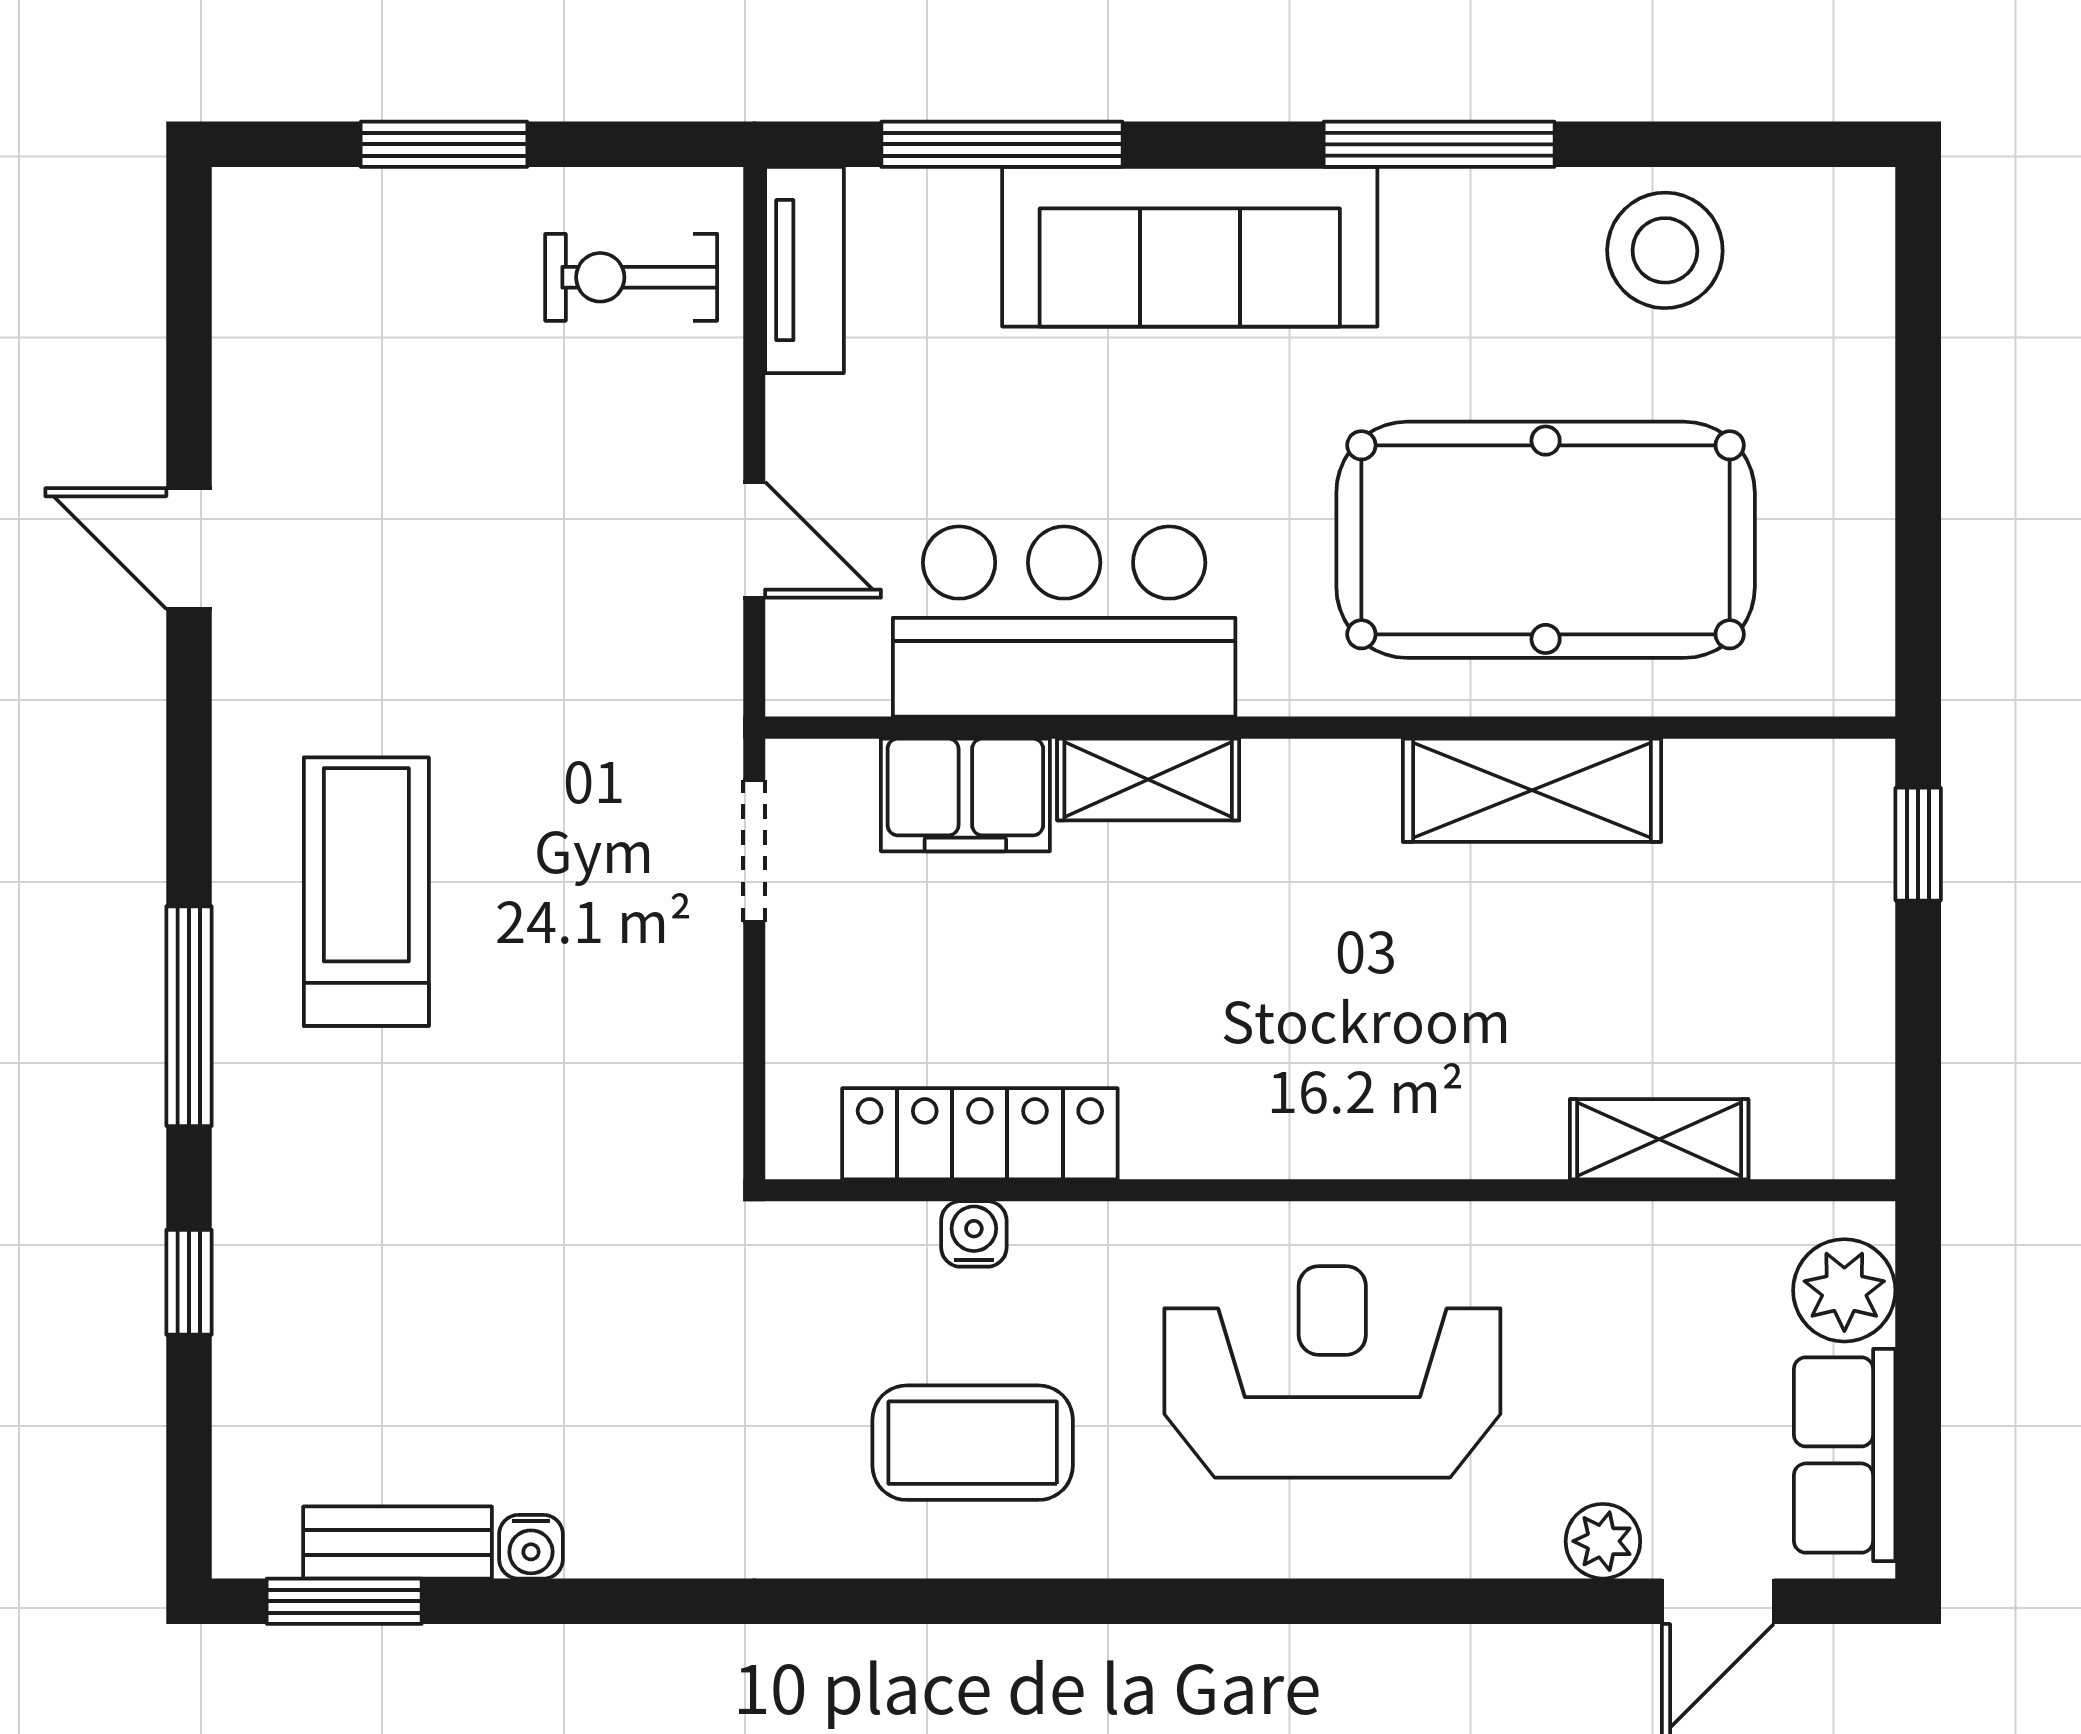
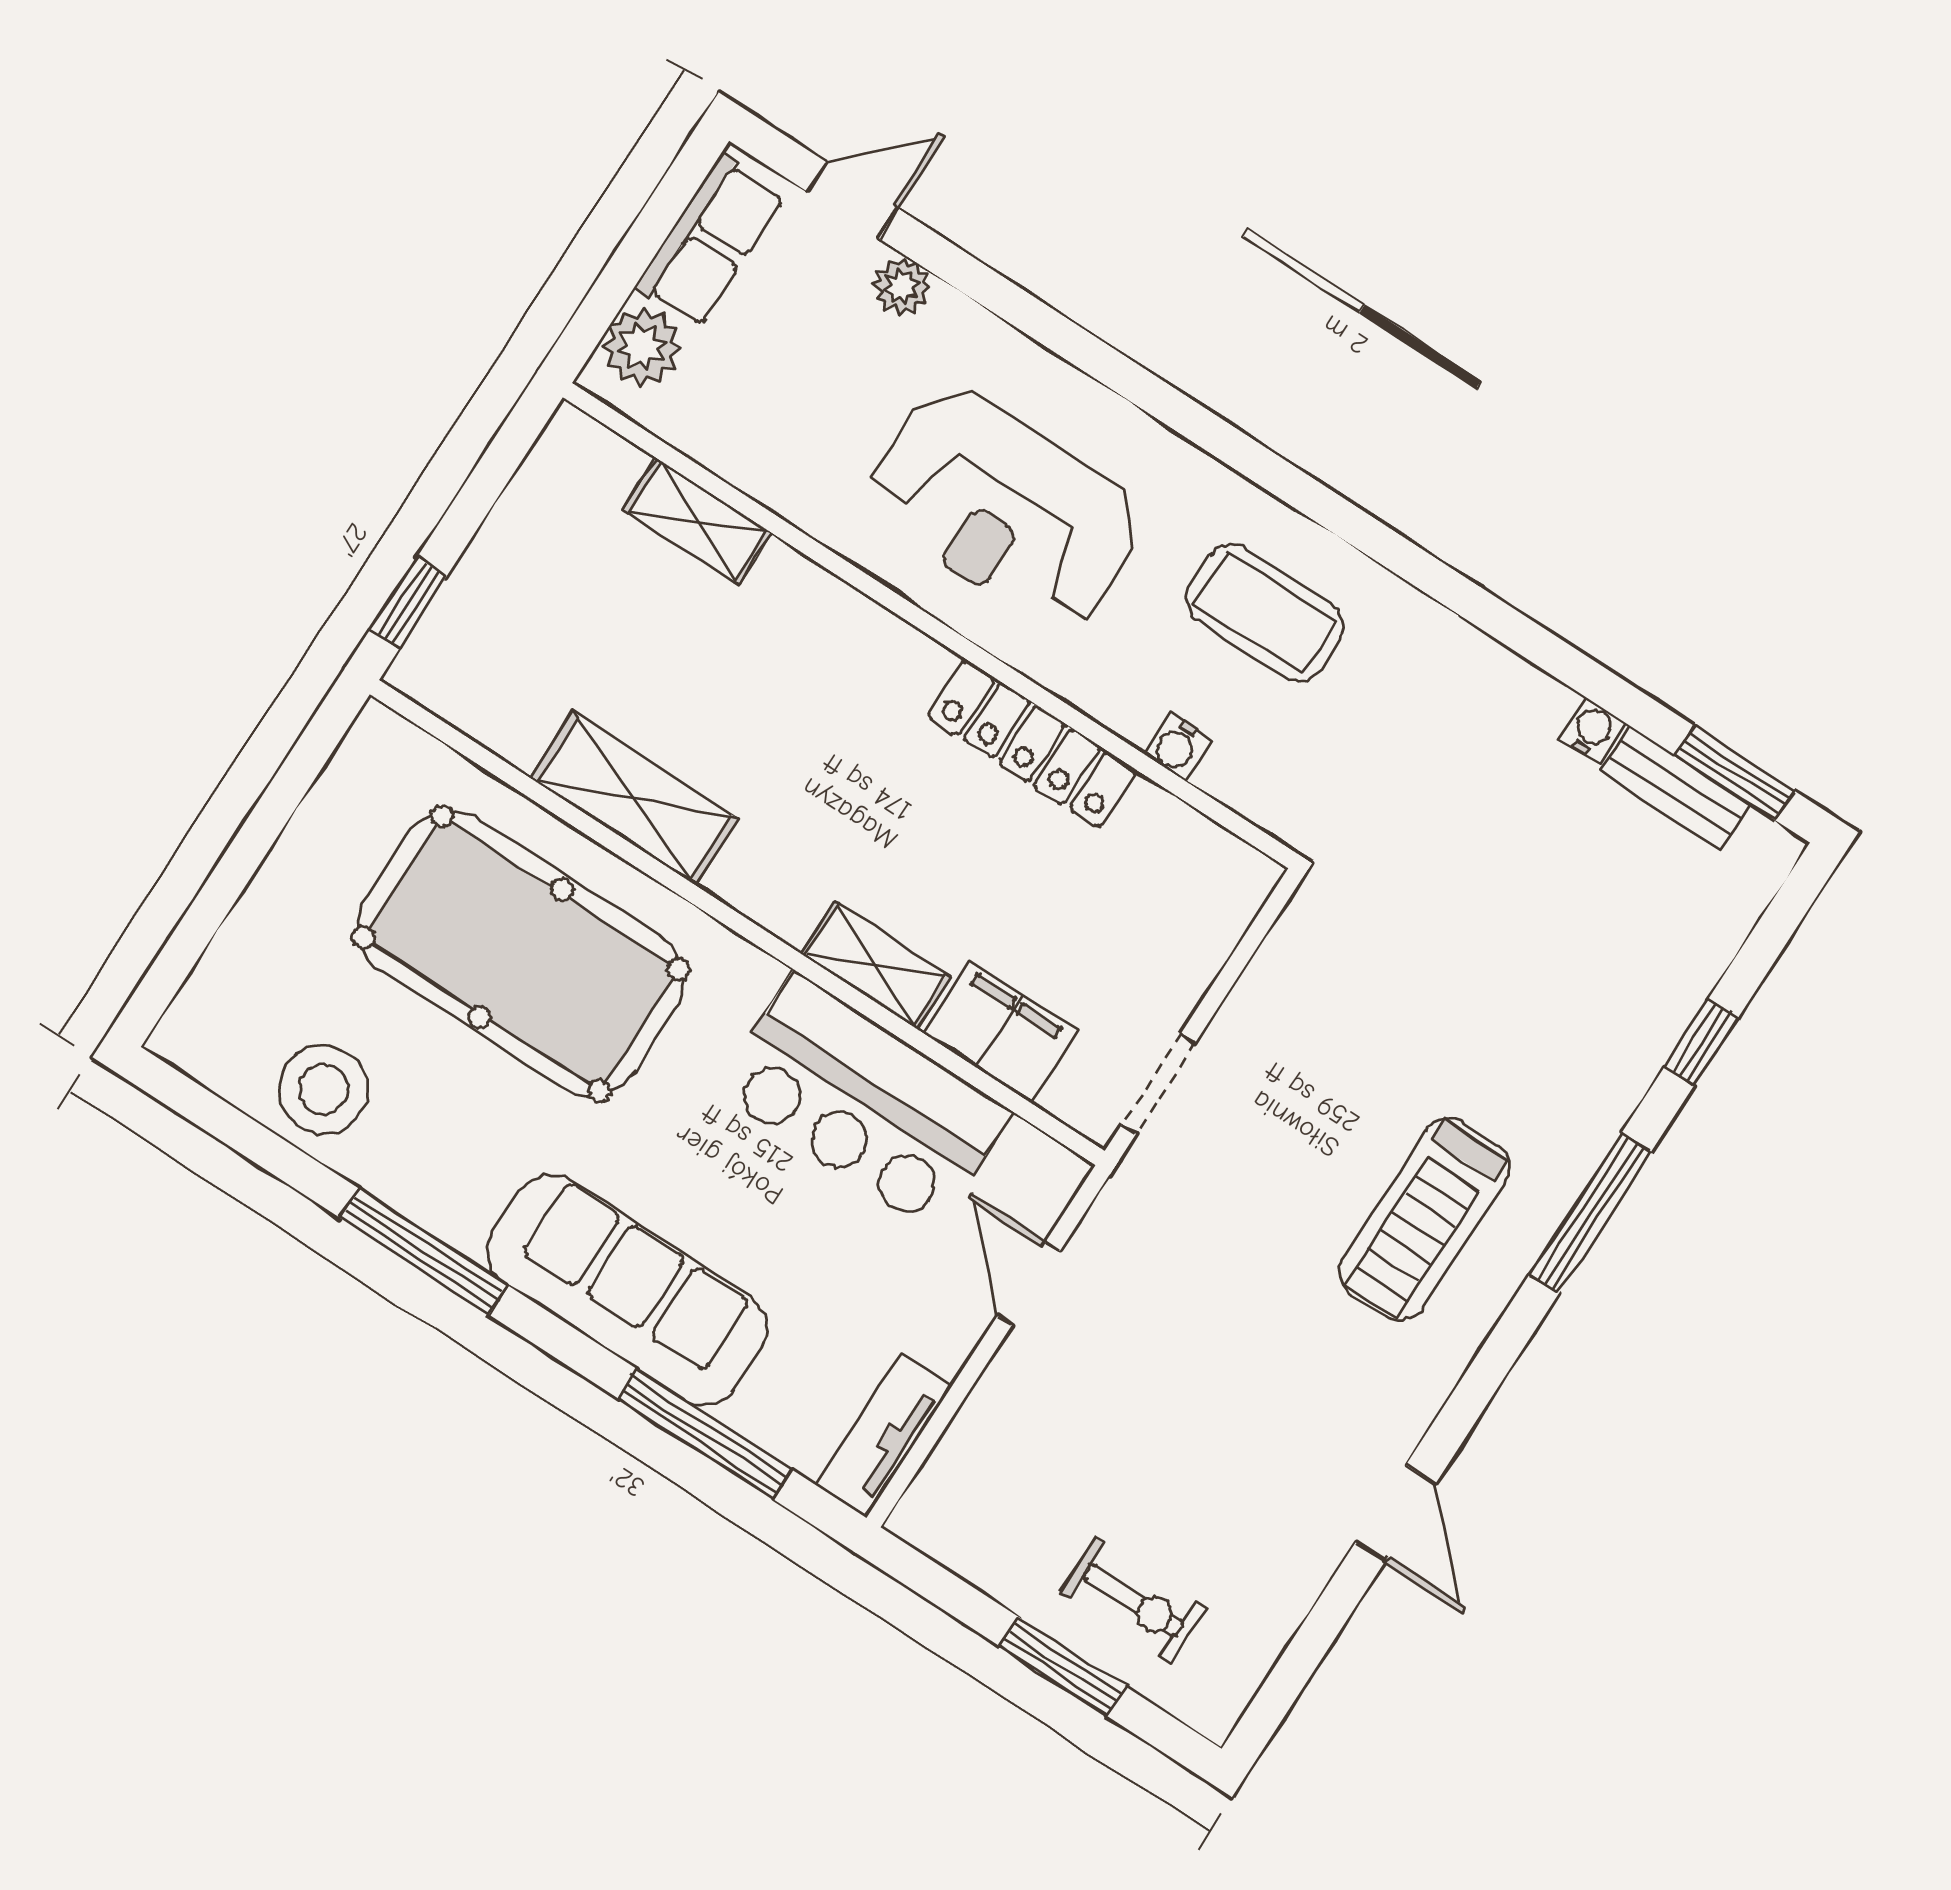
exercise bike: (631, 277) -> (1133, 1601), moved
locker: (980, 1134) -> (1032, 743), moved

